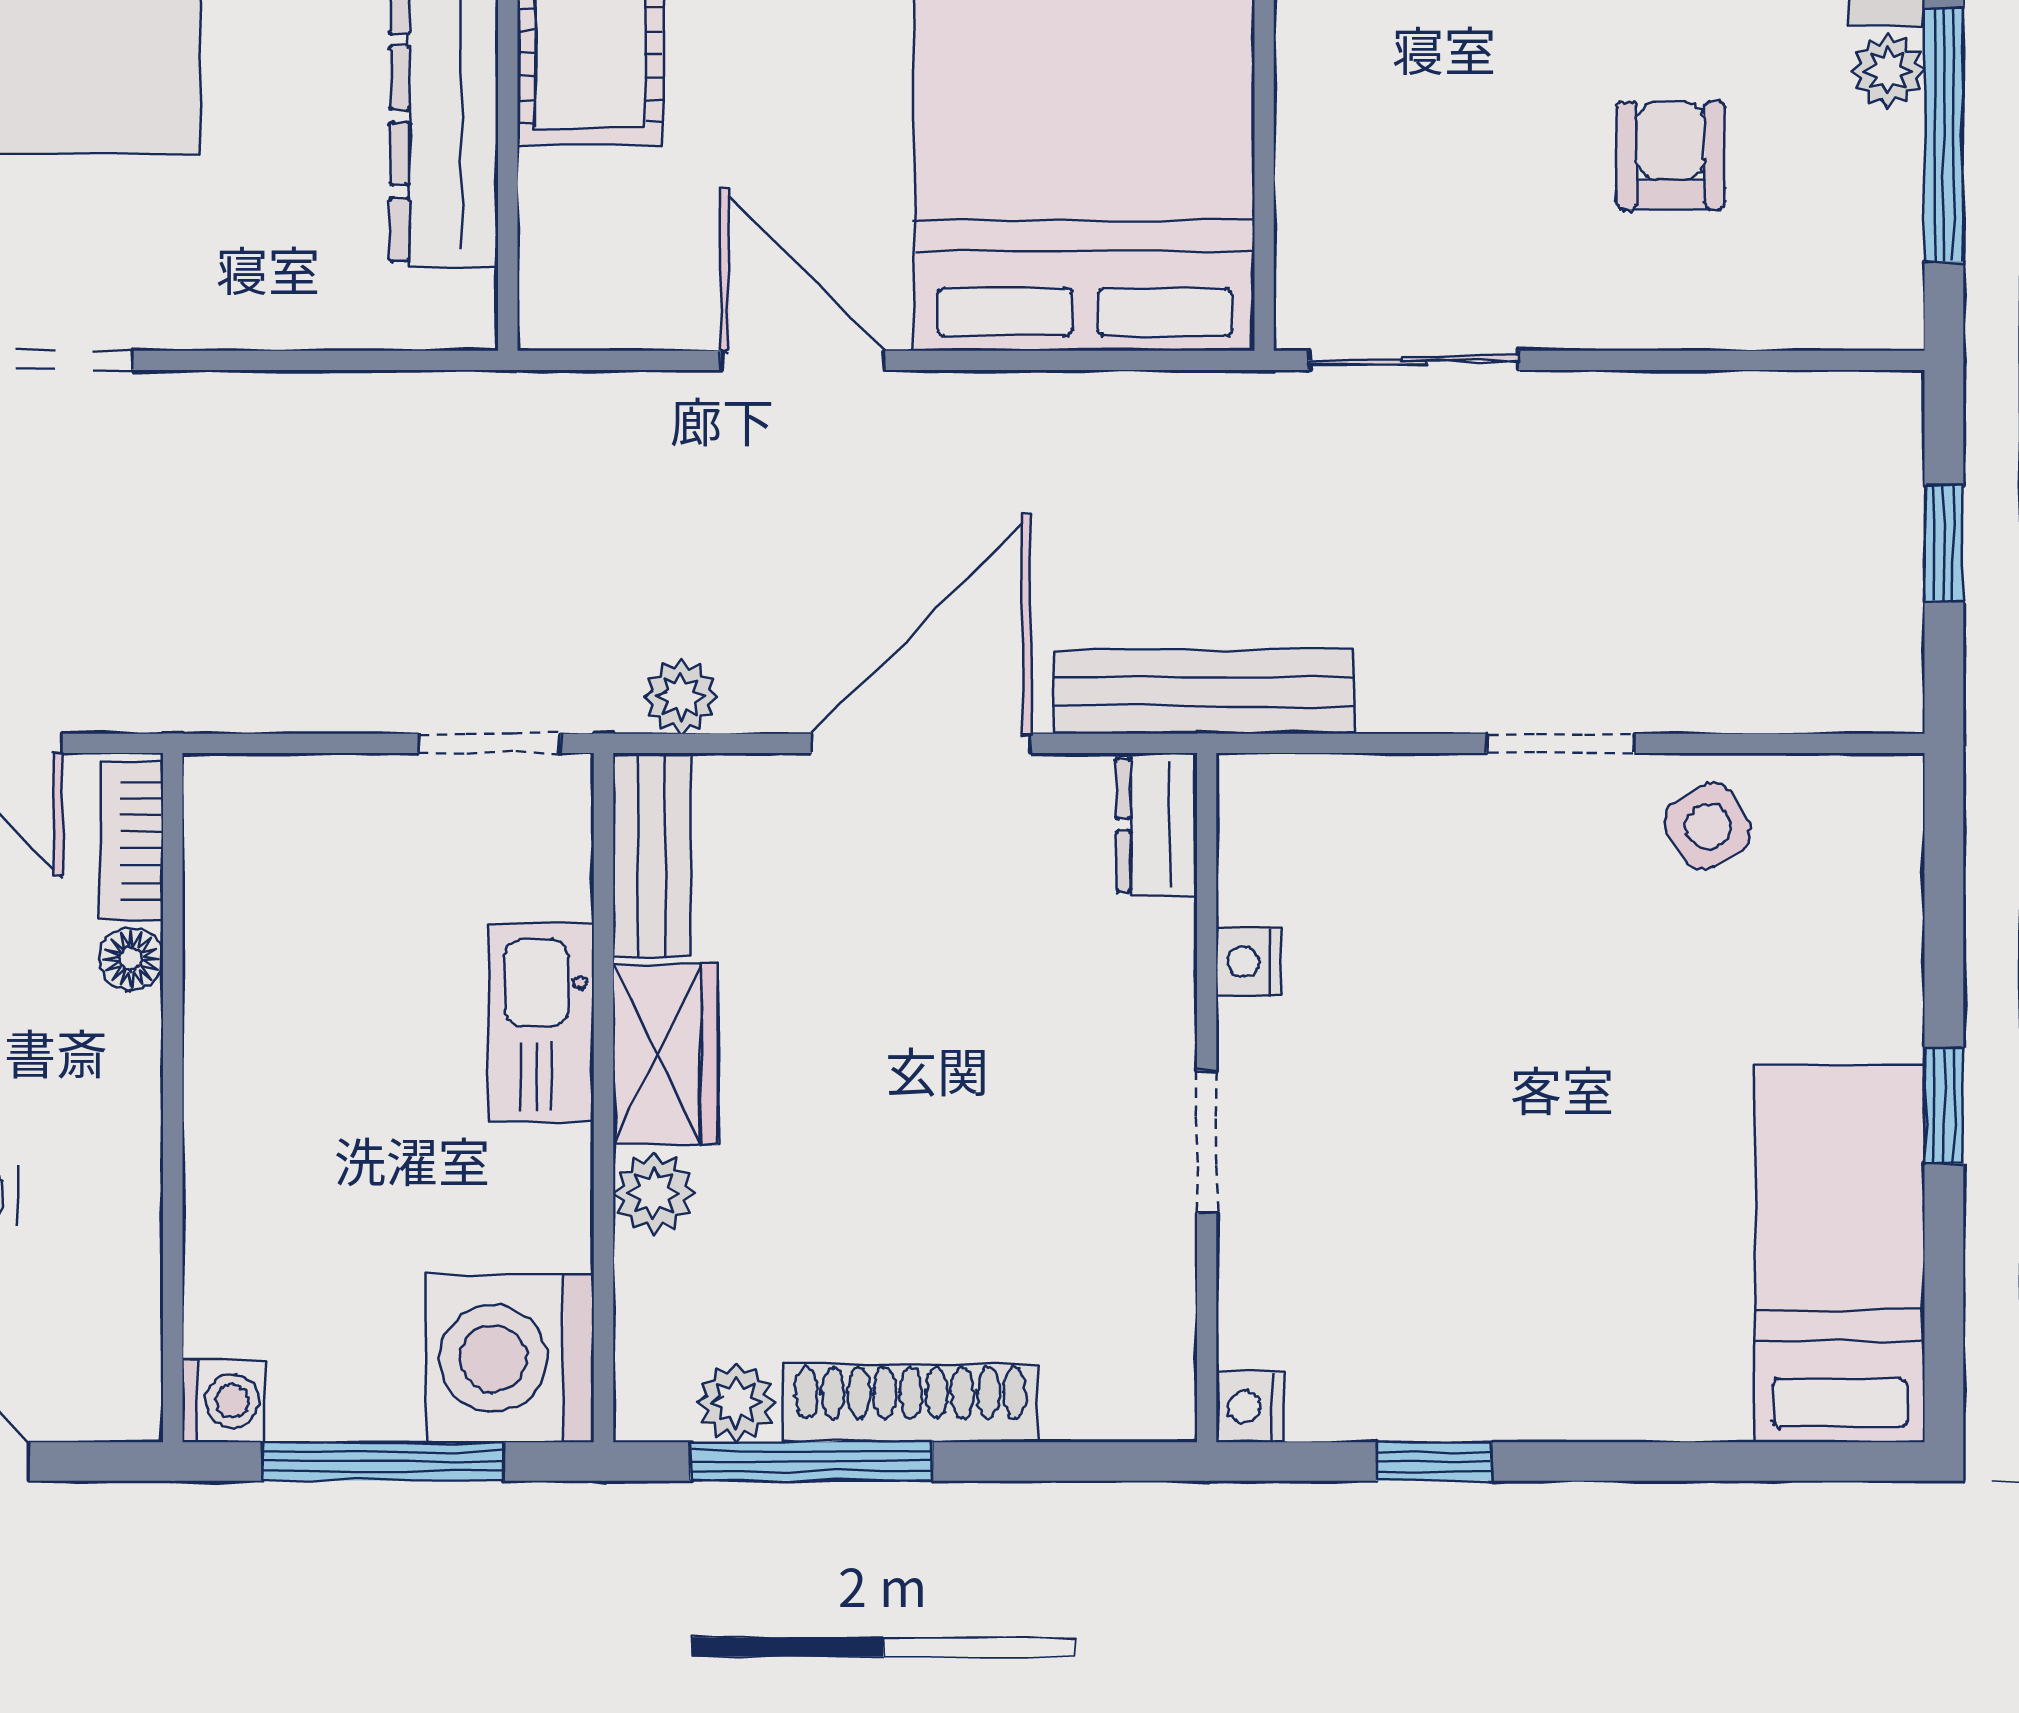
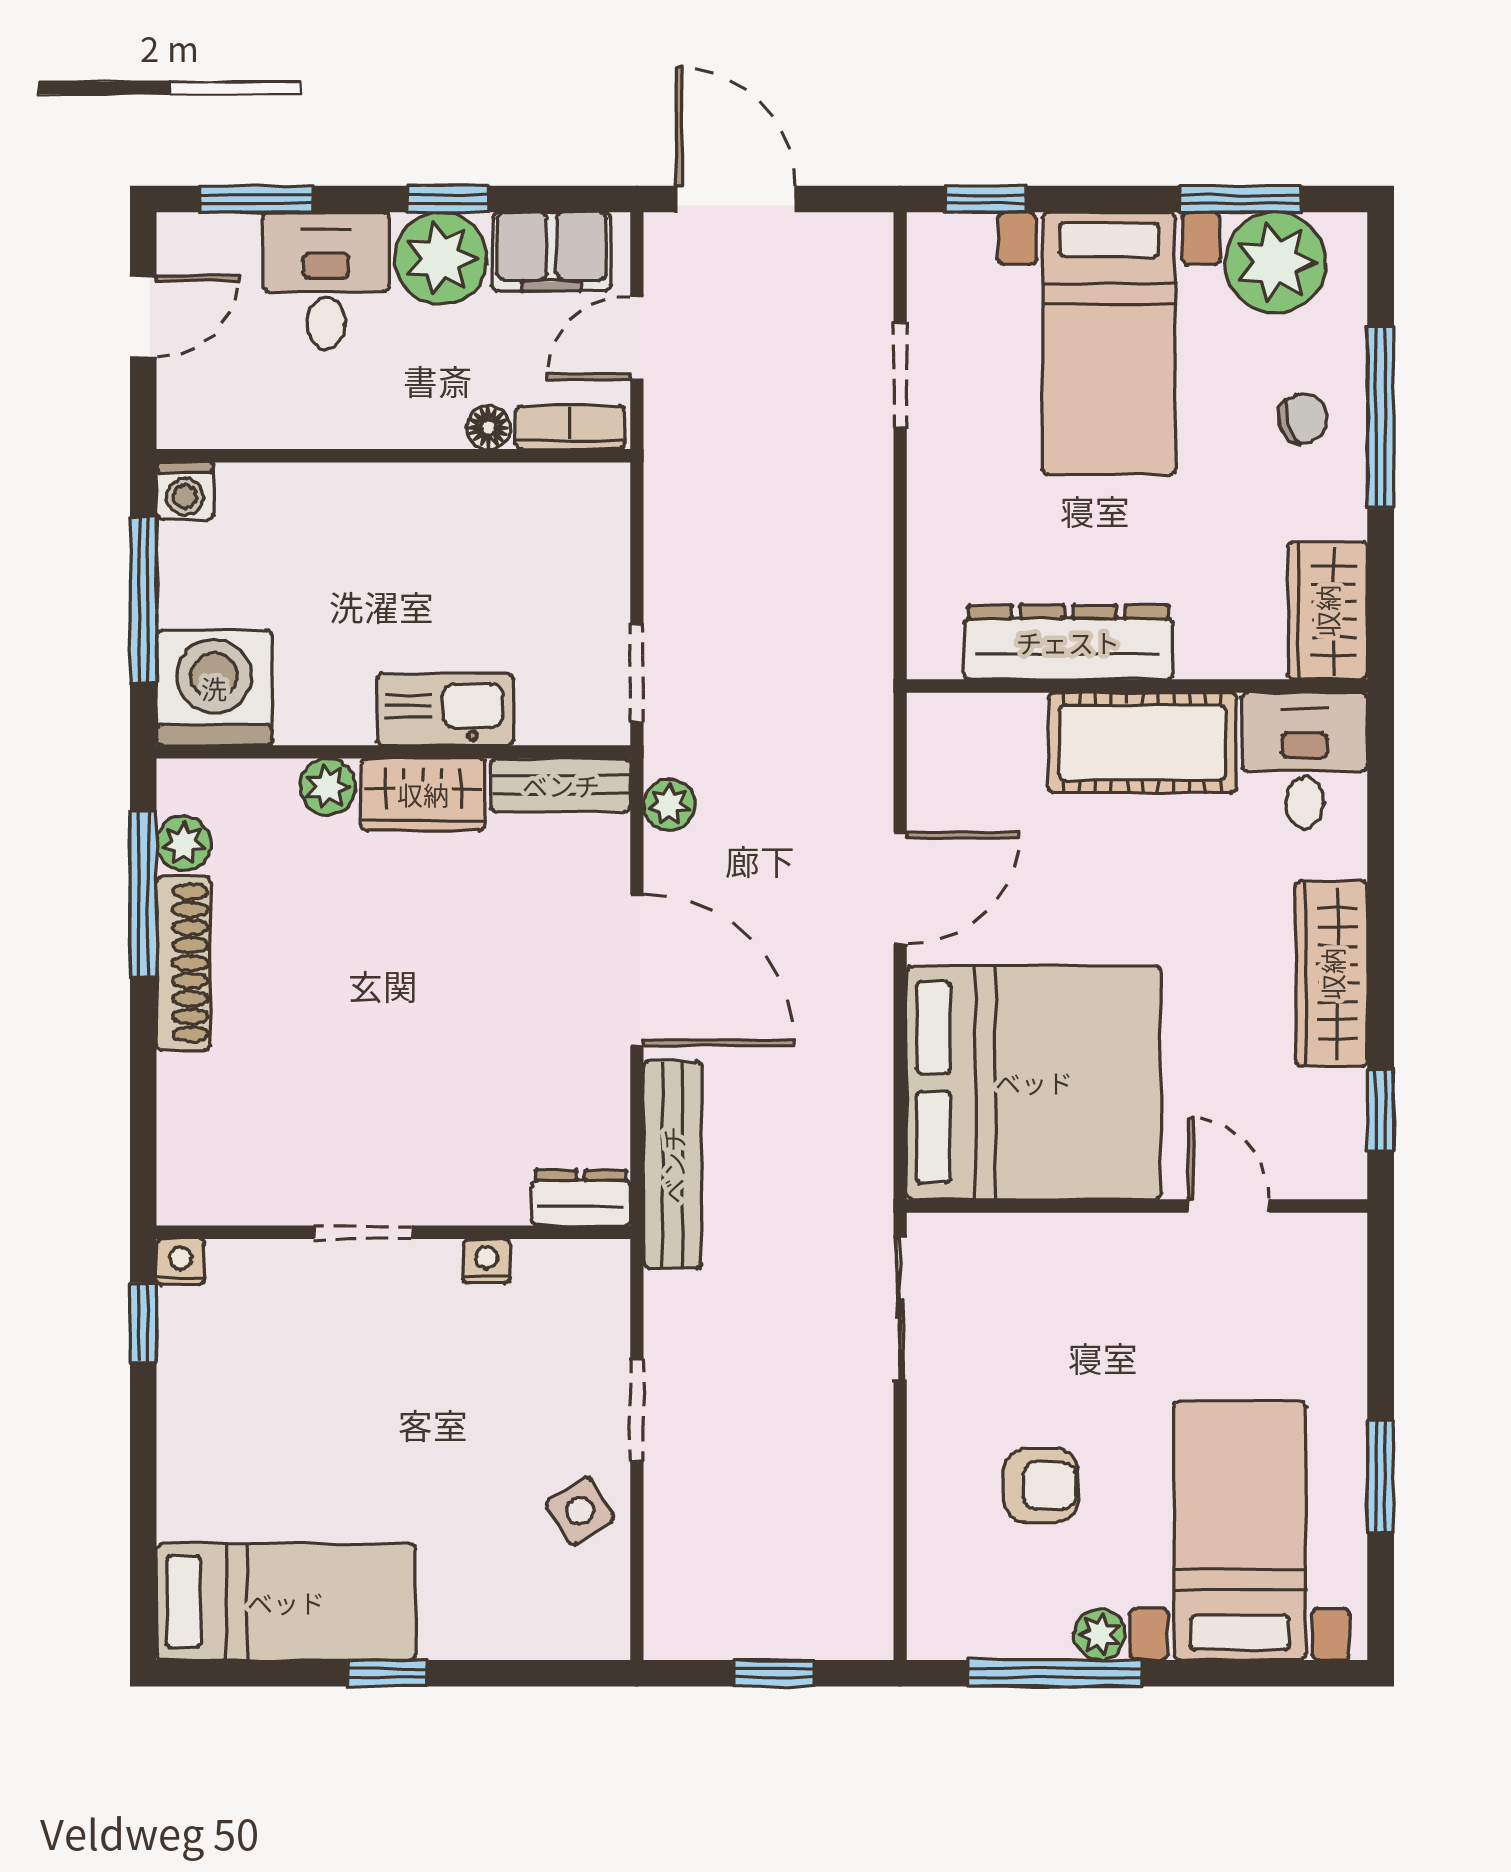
dresser: (1157, 825) -> (581, 1198), moved
nightstand: (1249, 962) -> (487, 1261), moved
wall: (1207, 1098) -> (393, 1232), moved
doorway: (1207, 1142) -> (363, 1232), moved
nightstand: (1250, 1407) -> (181, 1262), moved

